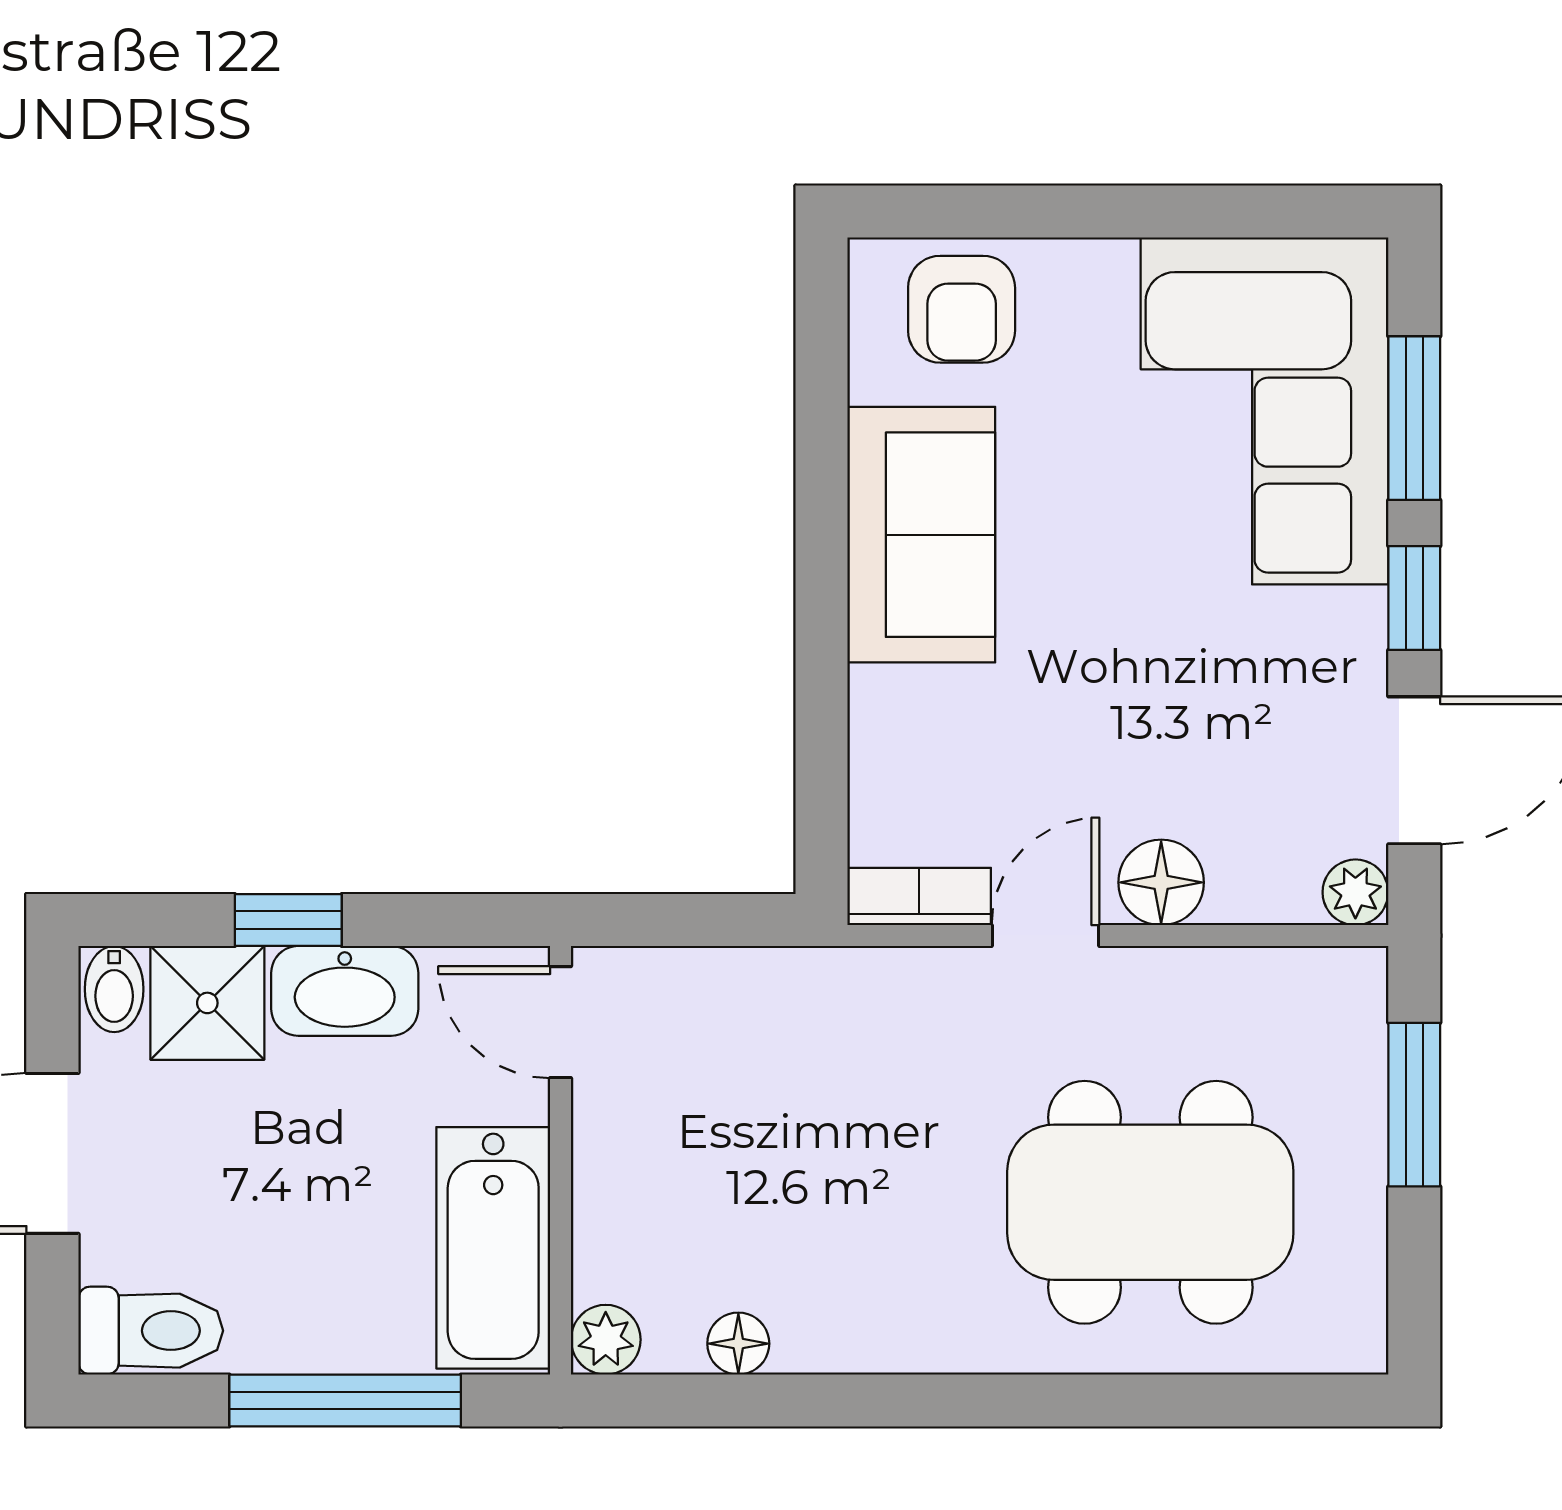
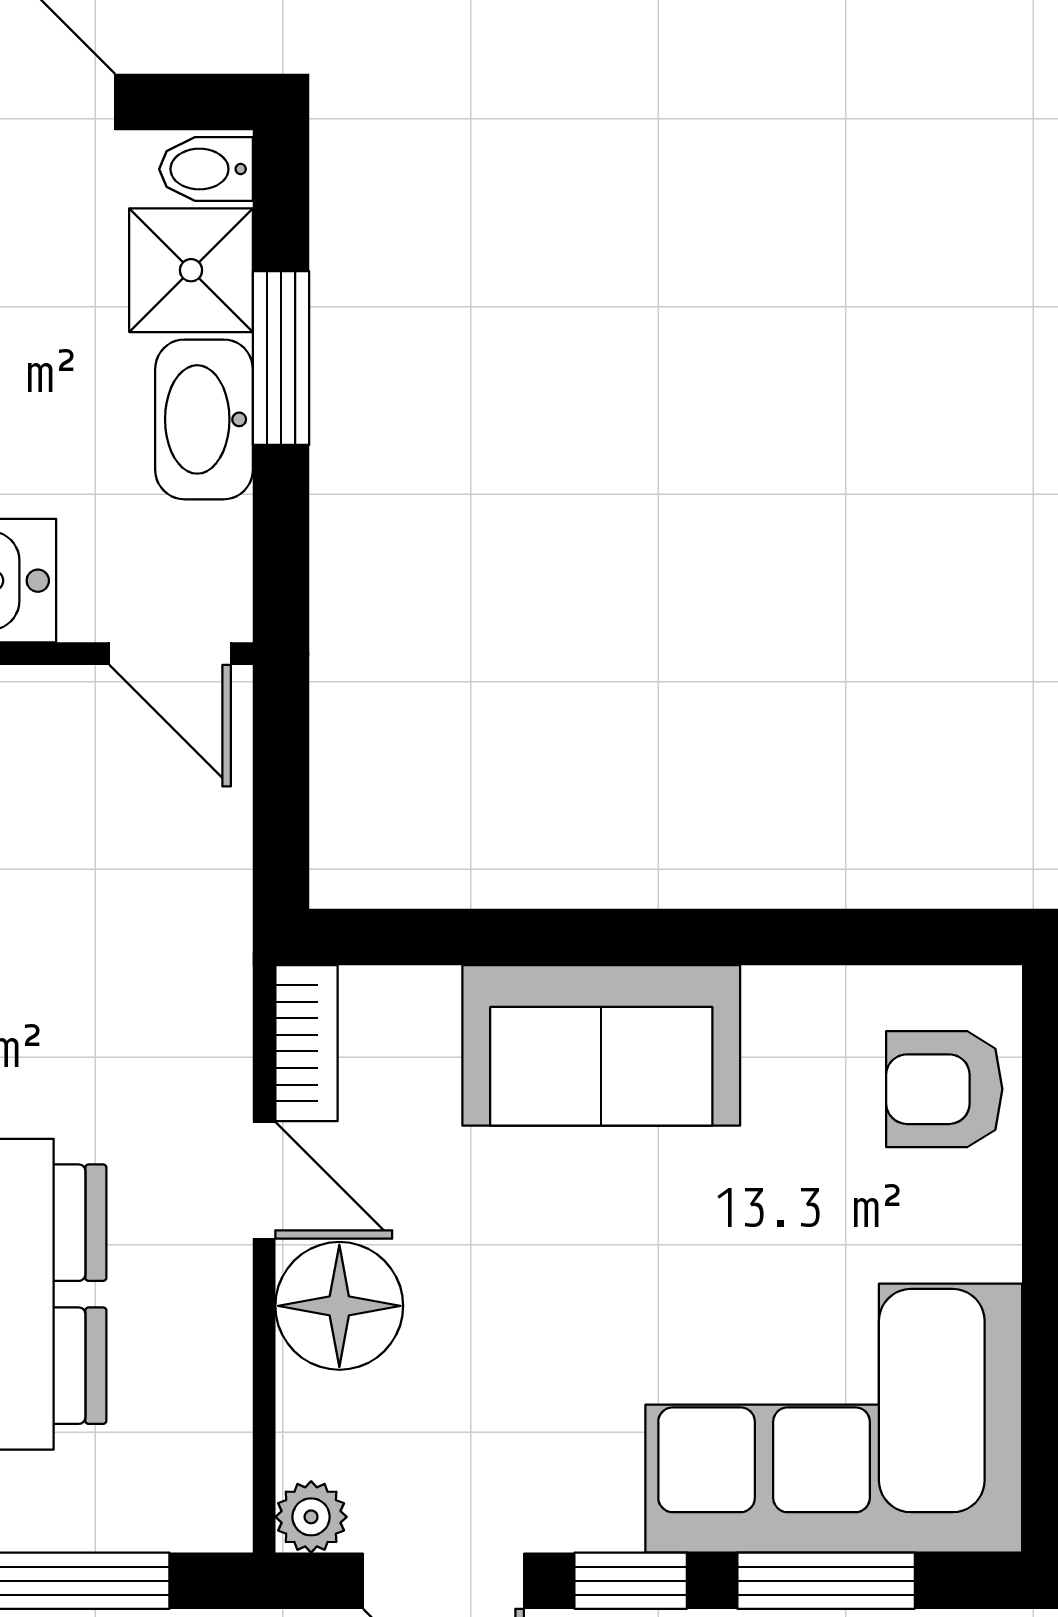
sofa: (921, 535) -> (601, 1045), moved
floor lamp: (1161, 882) -> (339, 1306), width x1.38, depth x1.38
window: (288, 920) -> (281, 358), width x1.50
door: (560, 1022) -> (170, 654), swing flipped

